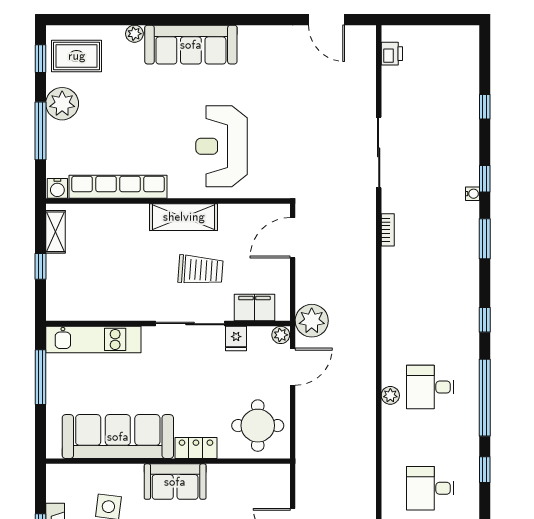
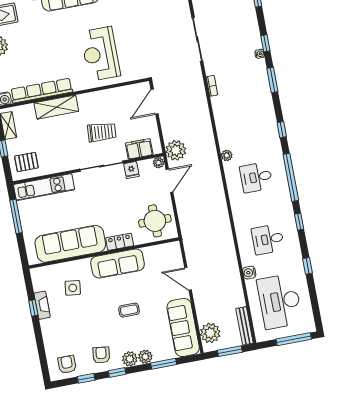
shelving: (184, 217) -> (56, 107), moved
pallet: (73, 295) -> (26, 162), added
plant: (390, 395) -> (227, 155), moved
sofa: (175, 482) -> (118, 263), width x1.36

